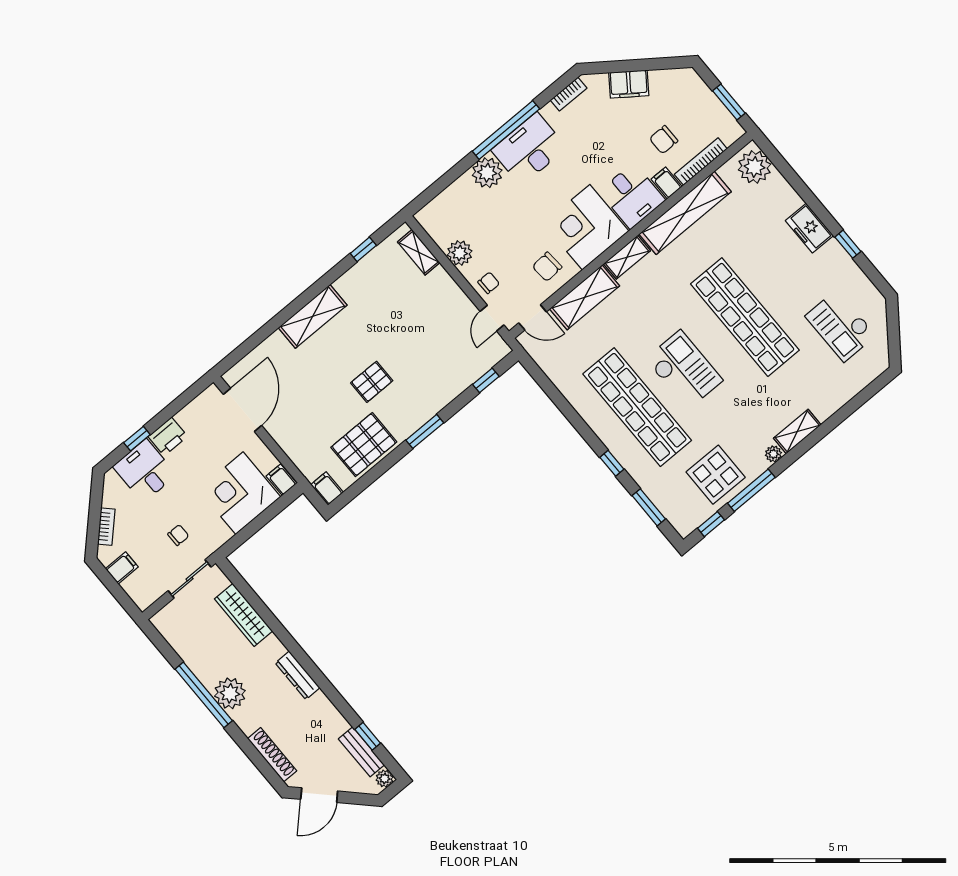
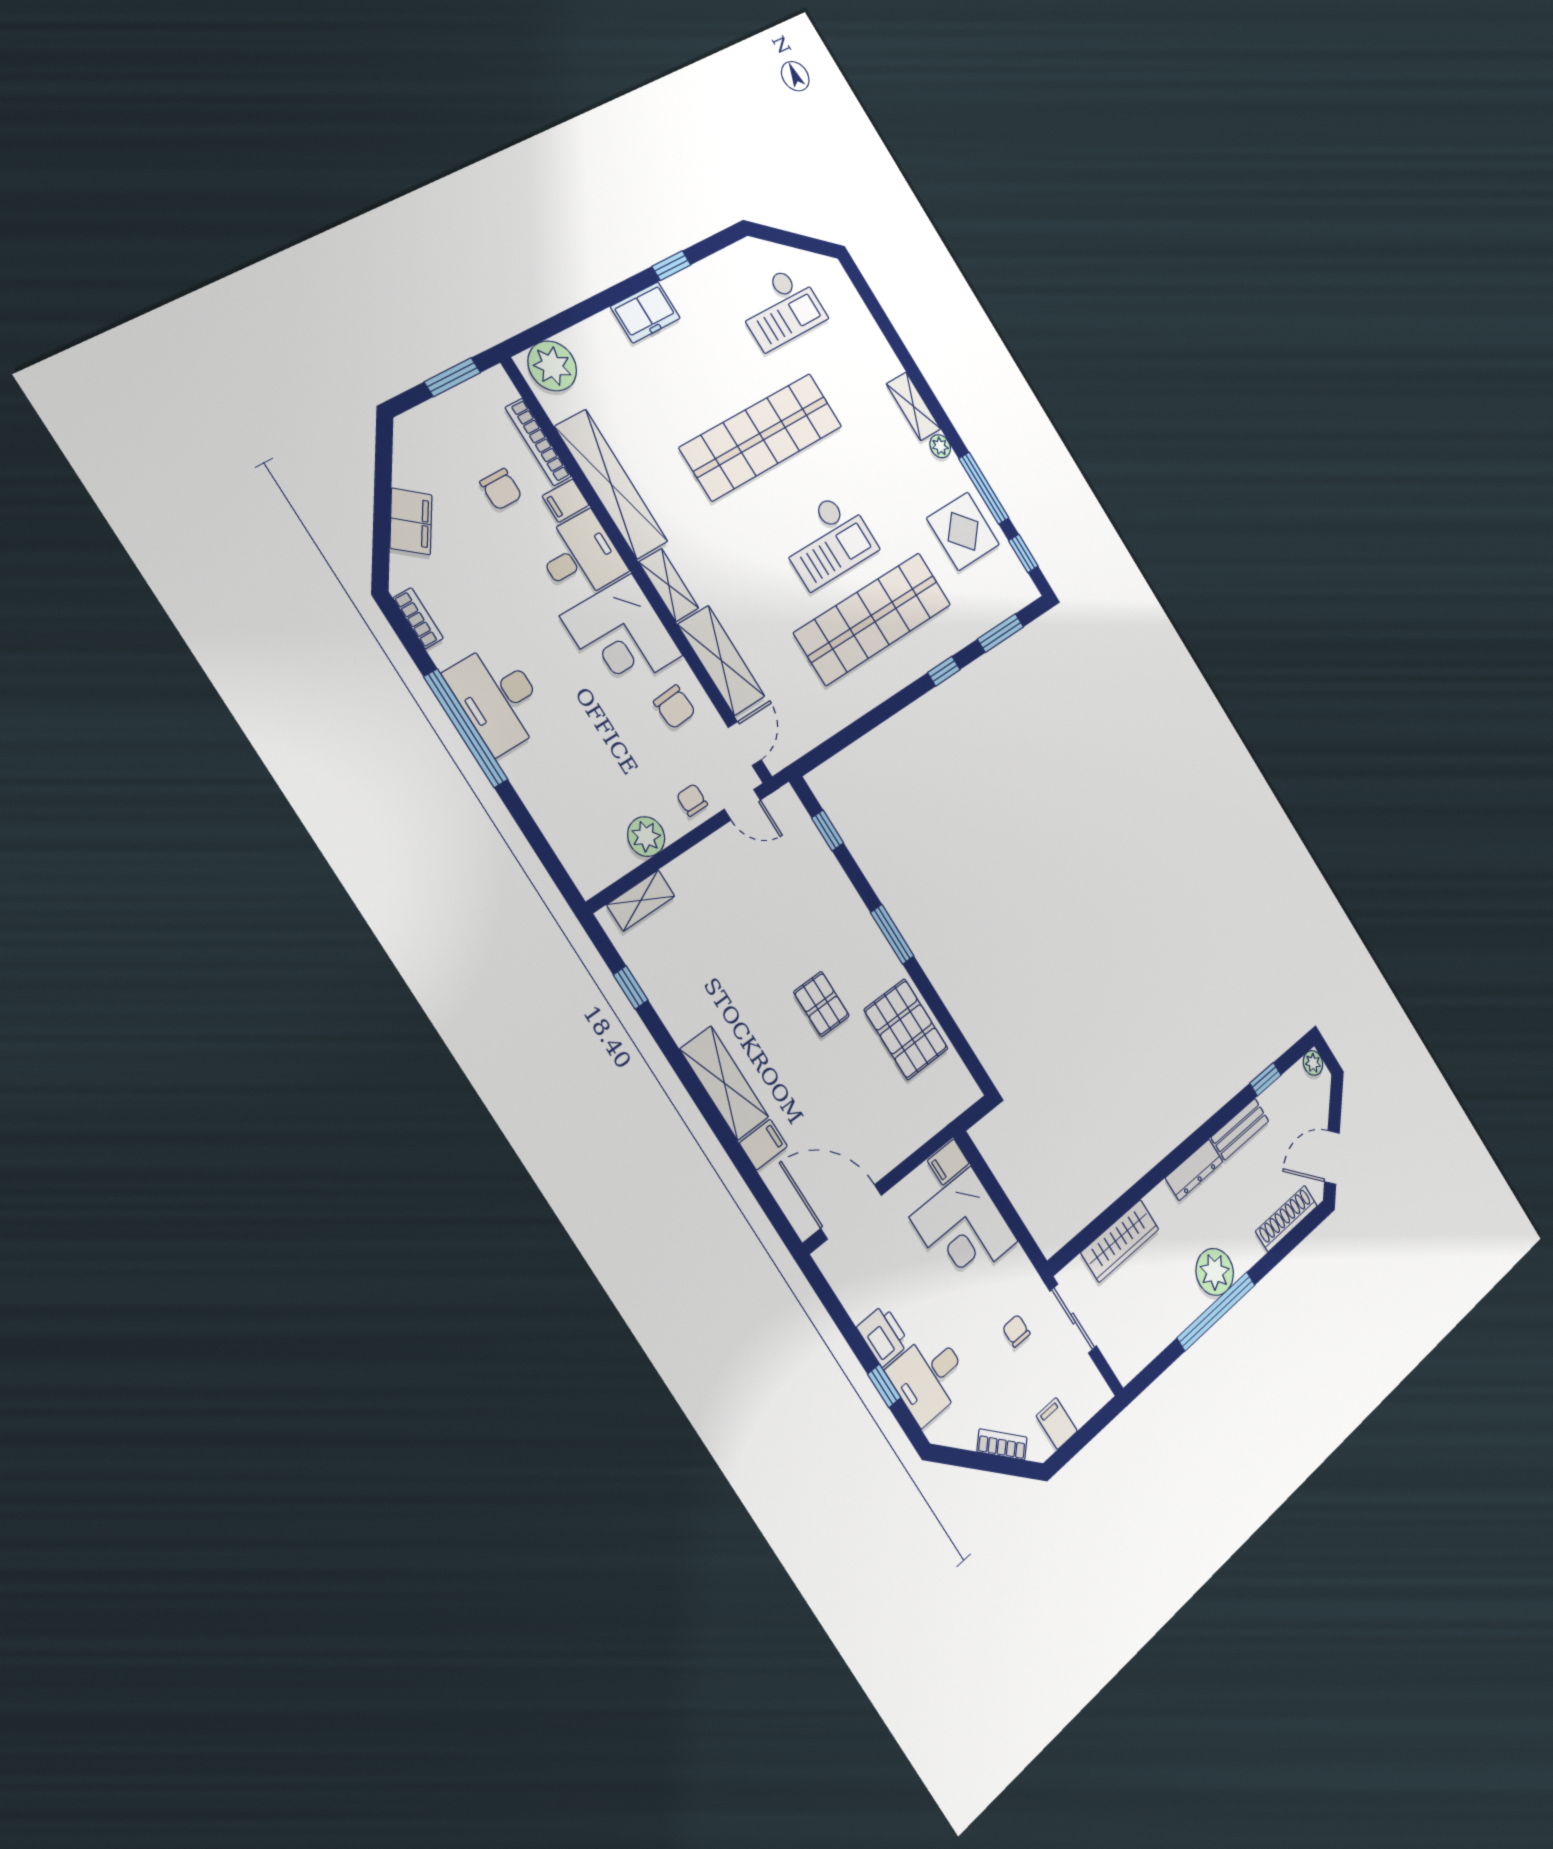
plant: (487, 173) -> (529, 771), removed
checkout: (684, 370) -> (827, 541), turned 180
filing cabinet: (327, 488) -> (763, 1145), moved, turned 180
bench: (361, 752) -> (1240, 1129), moved
door: (319, 795) -> (1332, 1157), swing flipped

